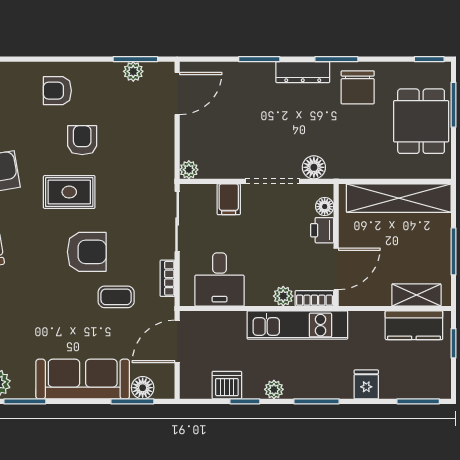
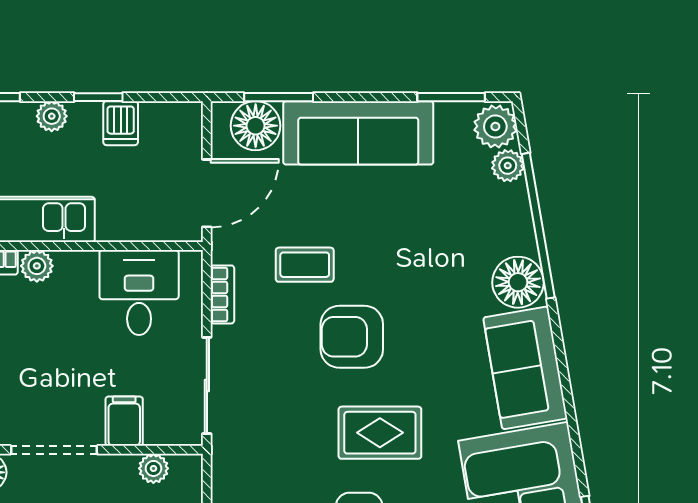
plant: (189, 170) -> (153, 468), moved
dishwasher: (227, 385) -> (121, 123), width x0.73
floor lamp: (143, 388) -> (256, 126), width x1.38, depth x1.38

